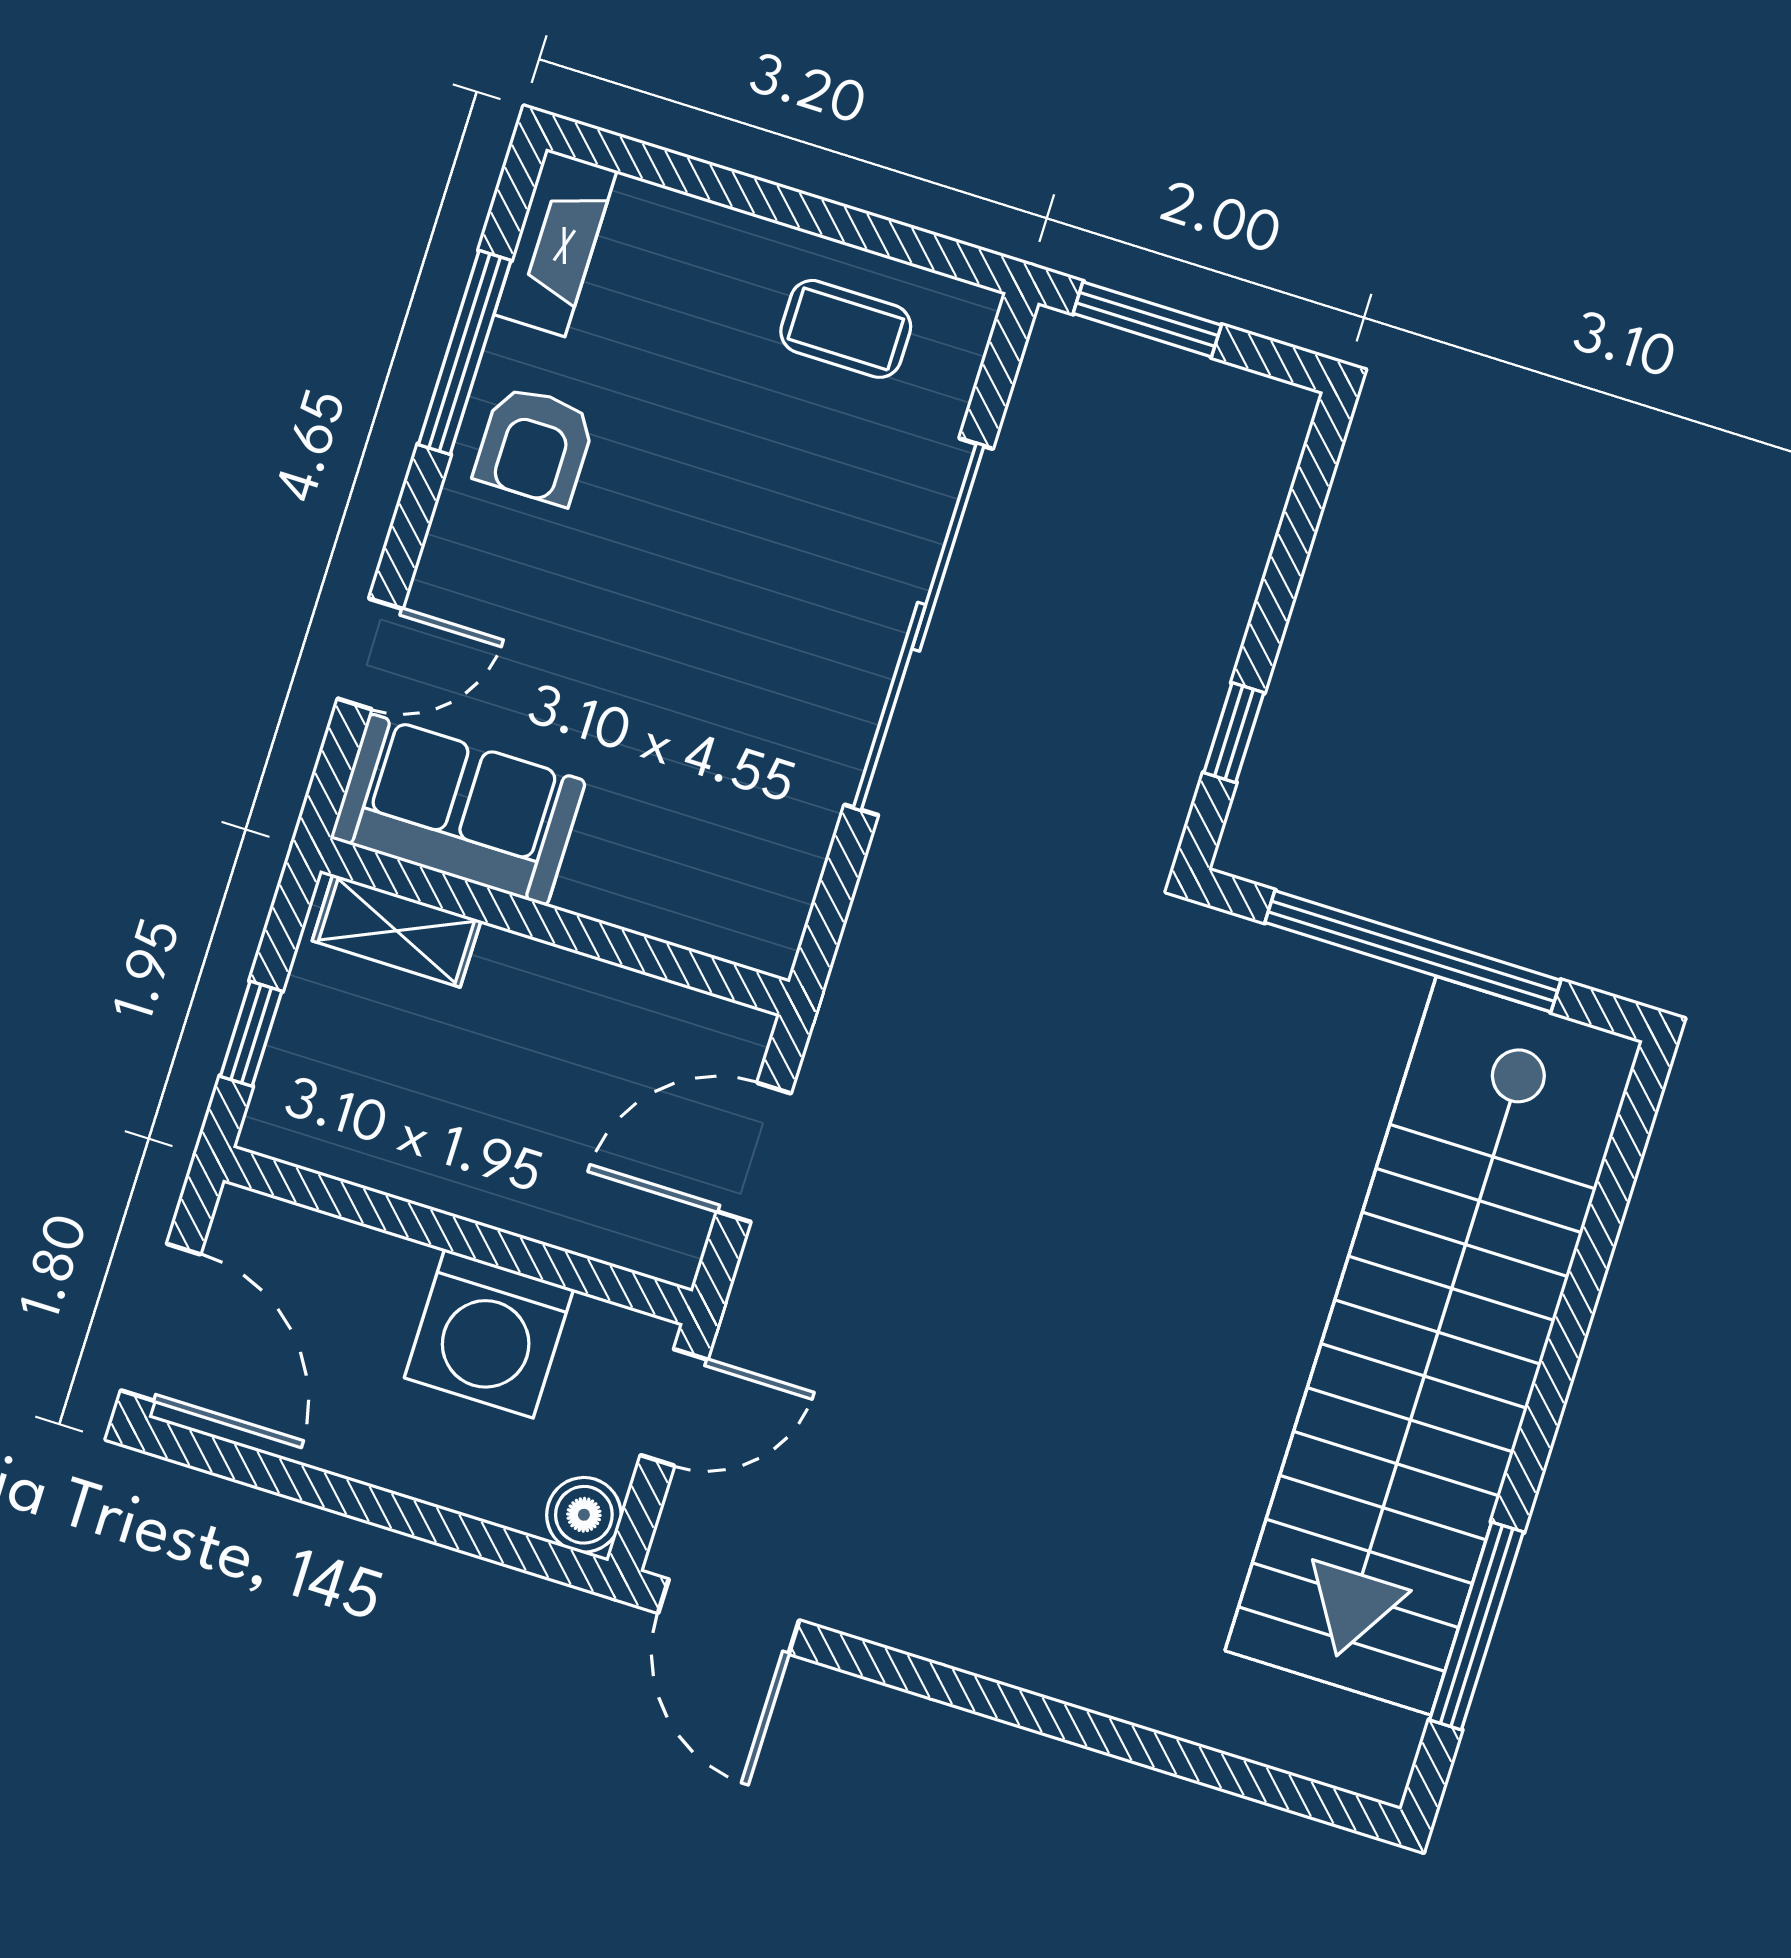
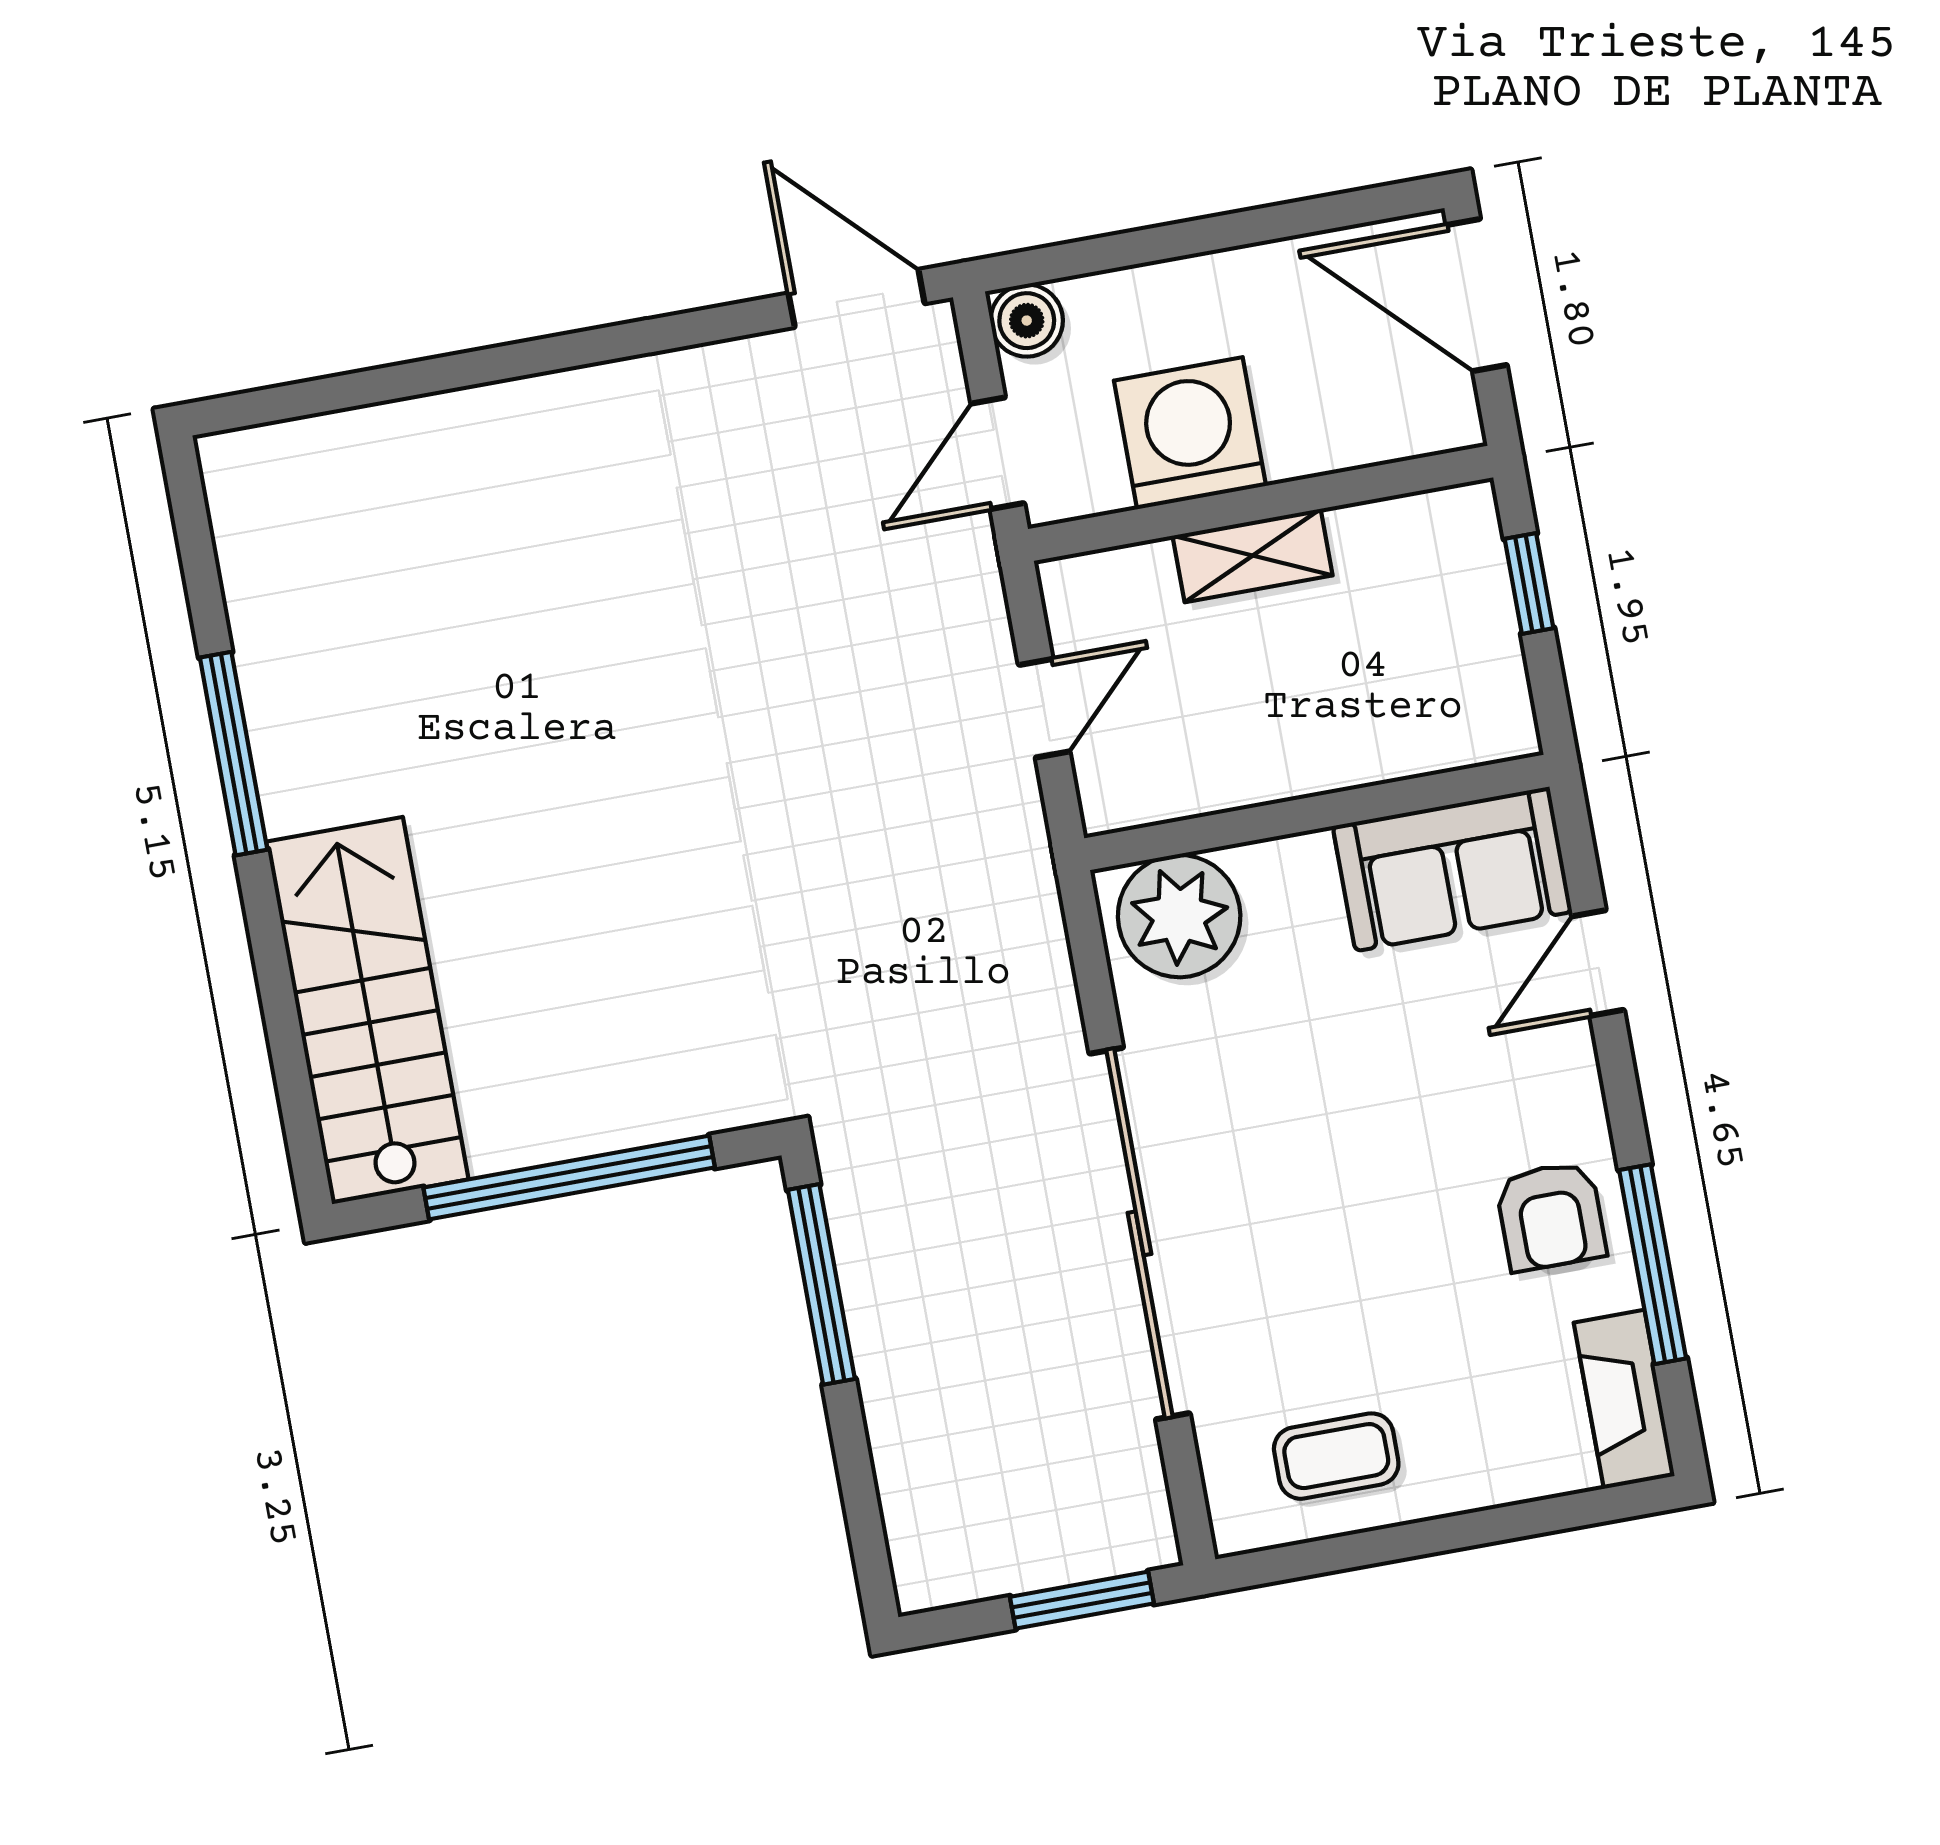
armchair: (535, 445) -> (1551, 1216), turned 180
window: (1234, 733) -> (821, 1284), width x2.17
plant: (730, 898) -> (1179, 916), added
shelving: (397, 931) -> (1253, 556), moved
door: (754, 1152) -> (1044, 708), width x0.73
stairs: (1434, 1346) -> (367, 1011), width x0.54, depth x0.66
window: (1477, 1626) -> (234, 754), moved

